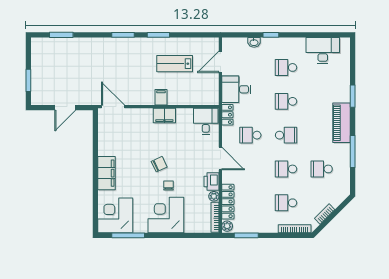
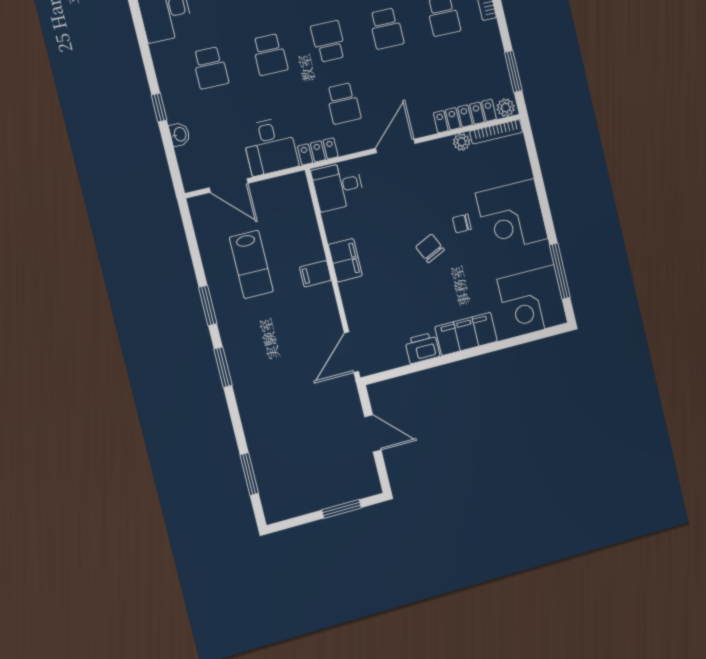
printer: (212, 181) -> (422, 348), moved, turned 180

